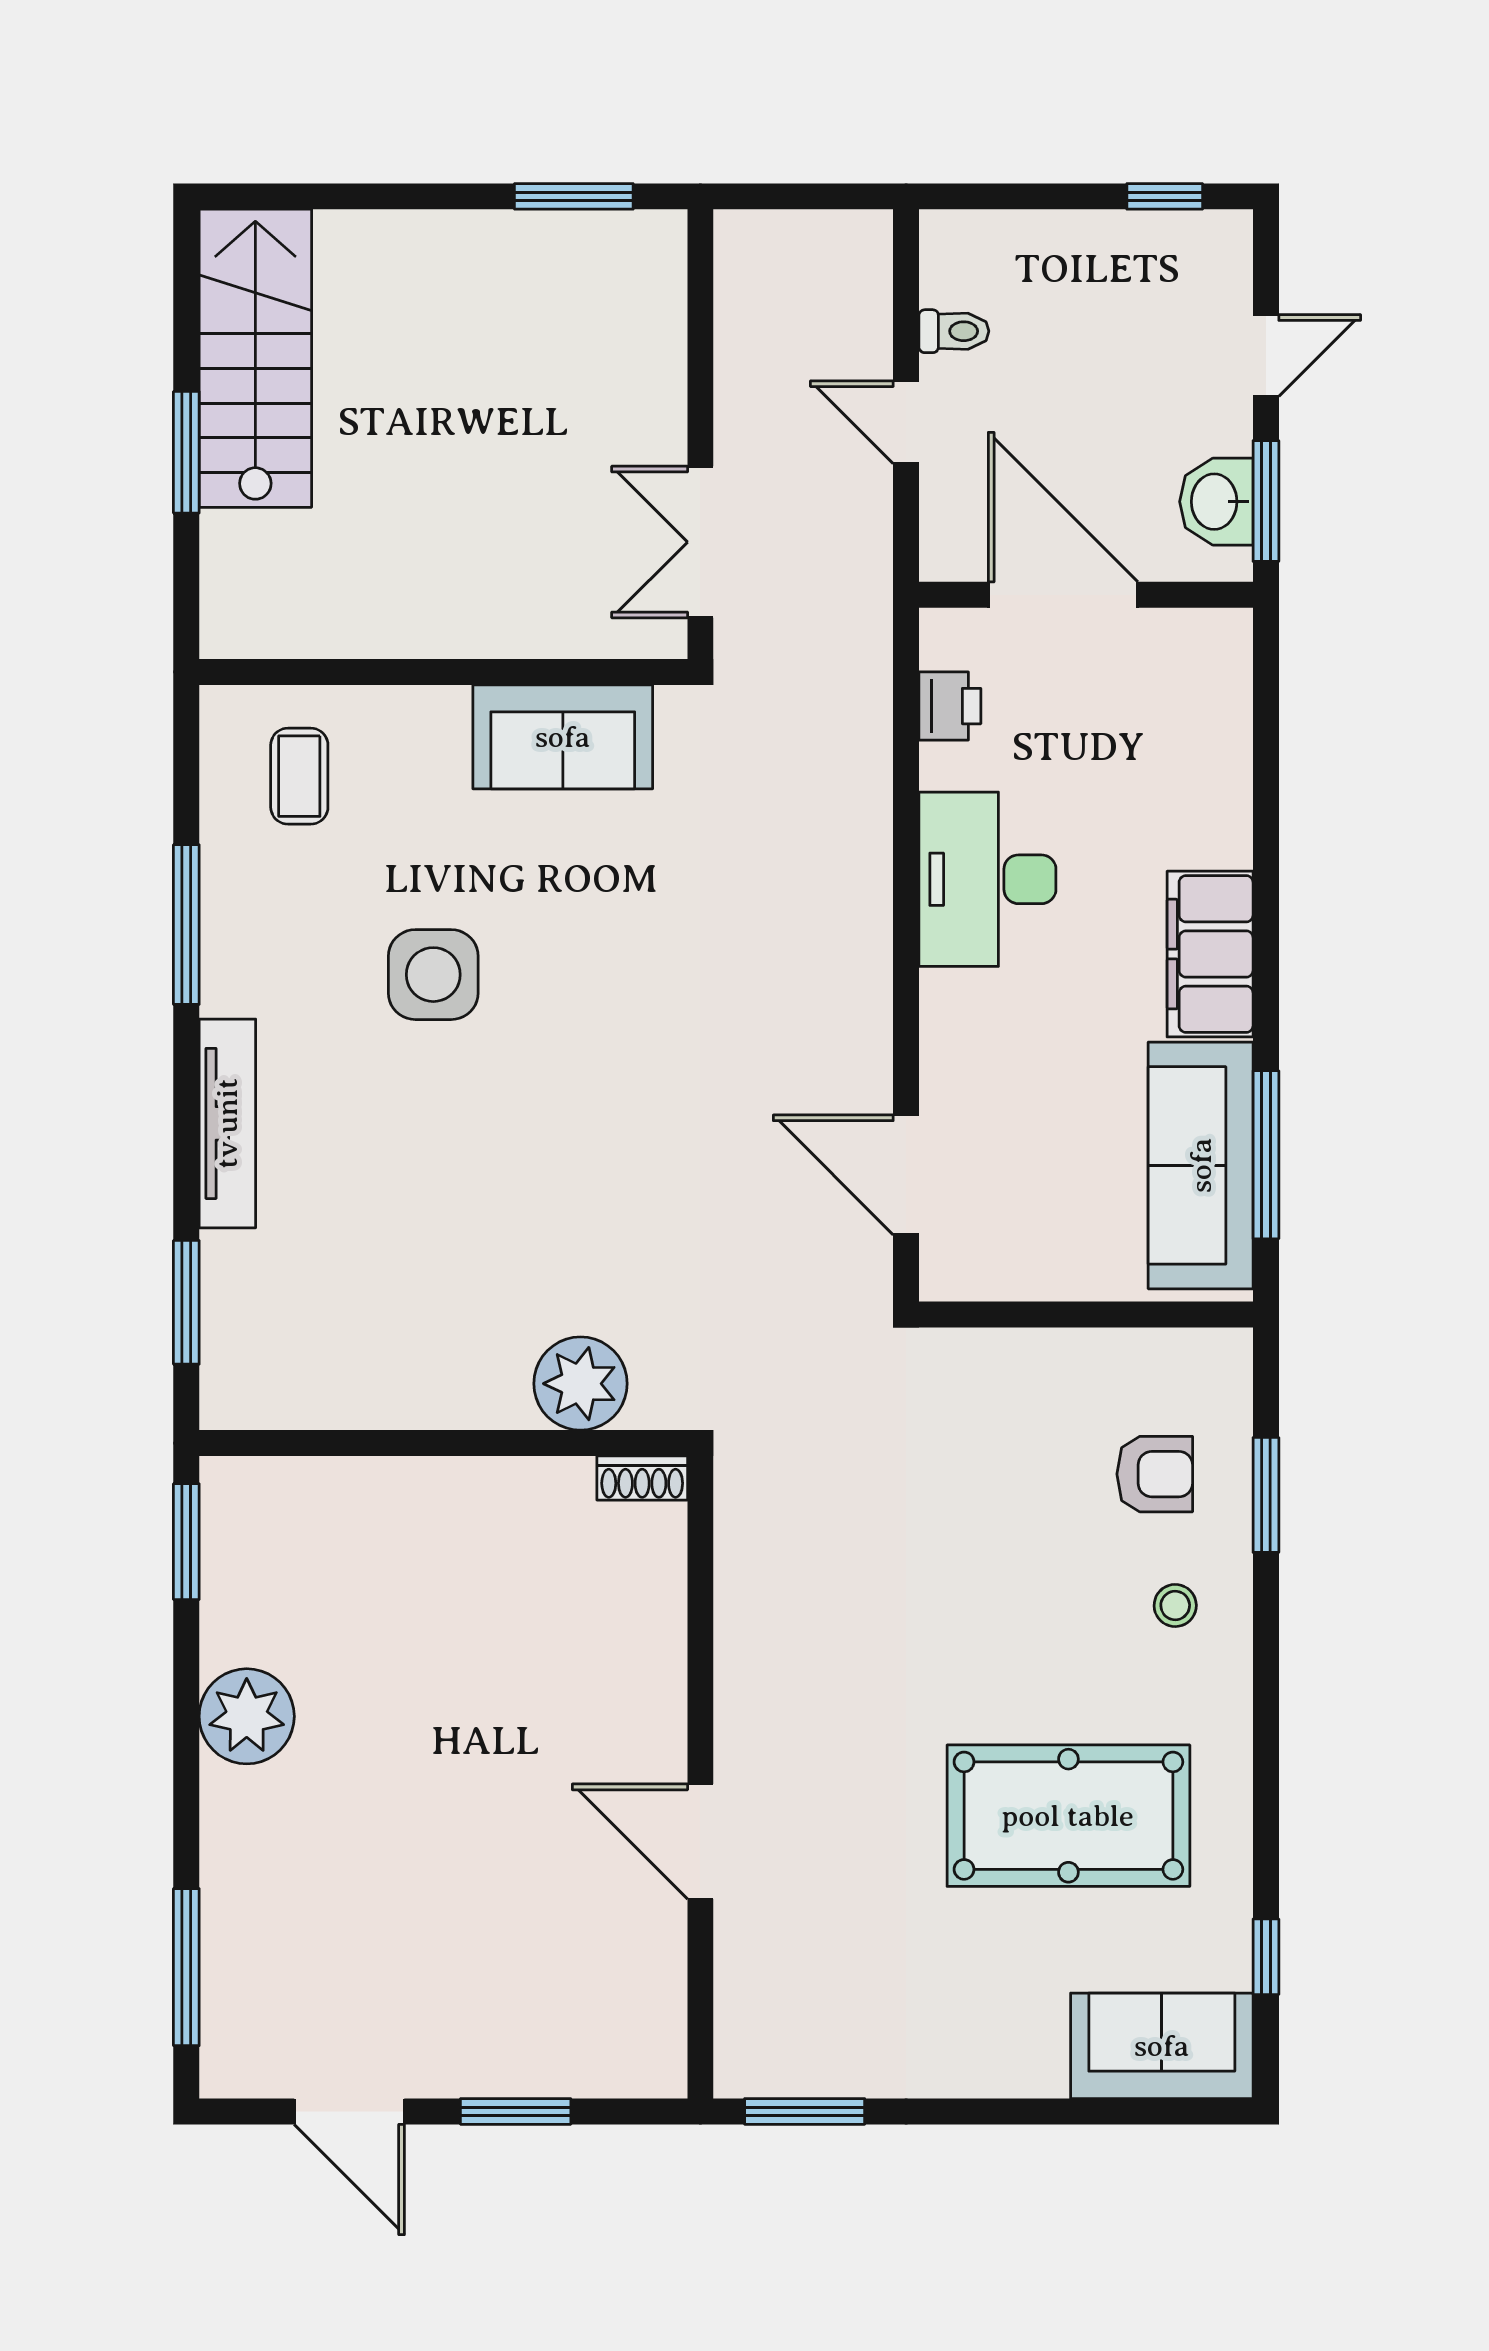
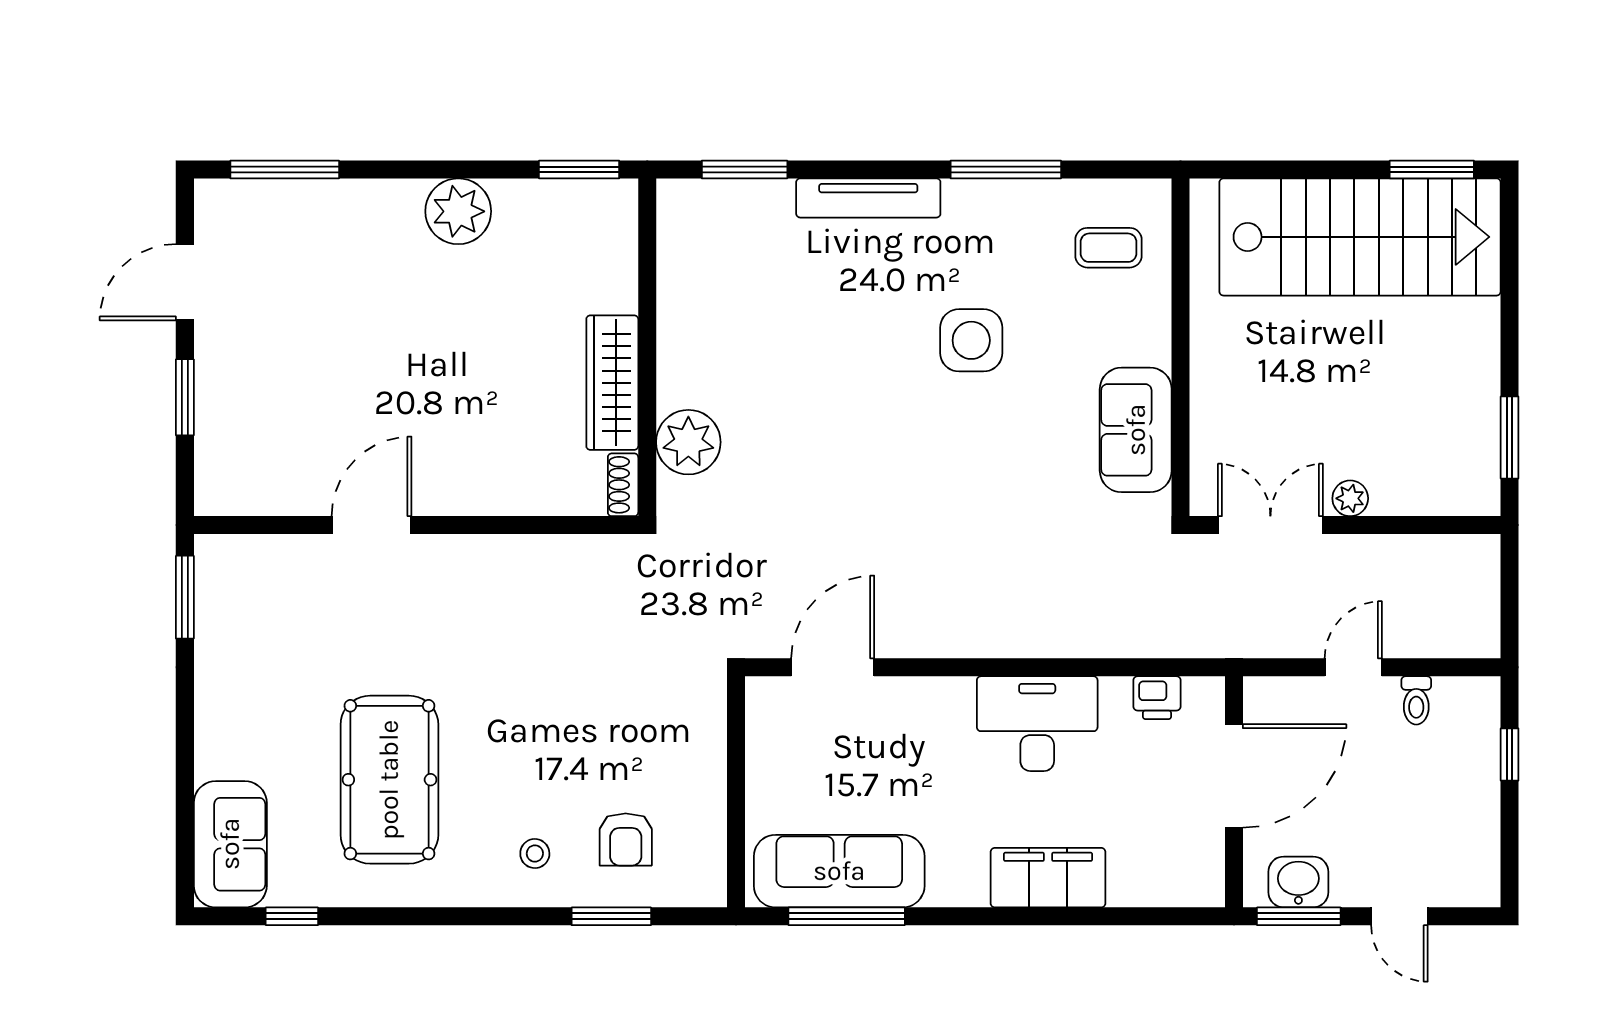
window: (1165, 196) -> (1510, 755), moved
stairs: (255, 358) -> (1360, 237), width x1.36, depth x1.51
plant: (662, 427) -> (1350, 498), added
window: (186, 452) -> (1432, 169), moved
filing cabinet: (1210, 954) -> (1048, 878), moved
wardrobe: (494, 1494) -> (612, 383), added

